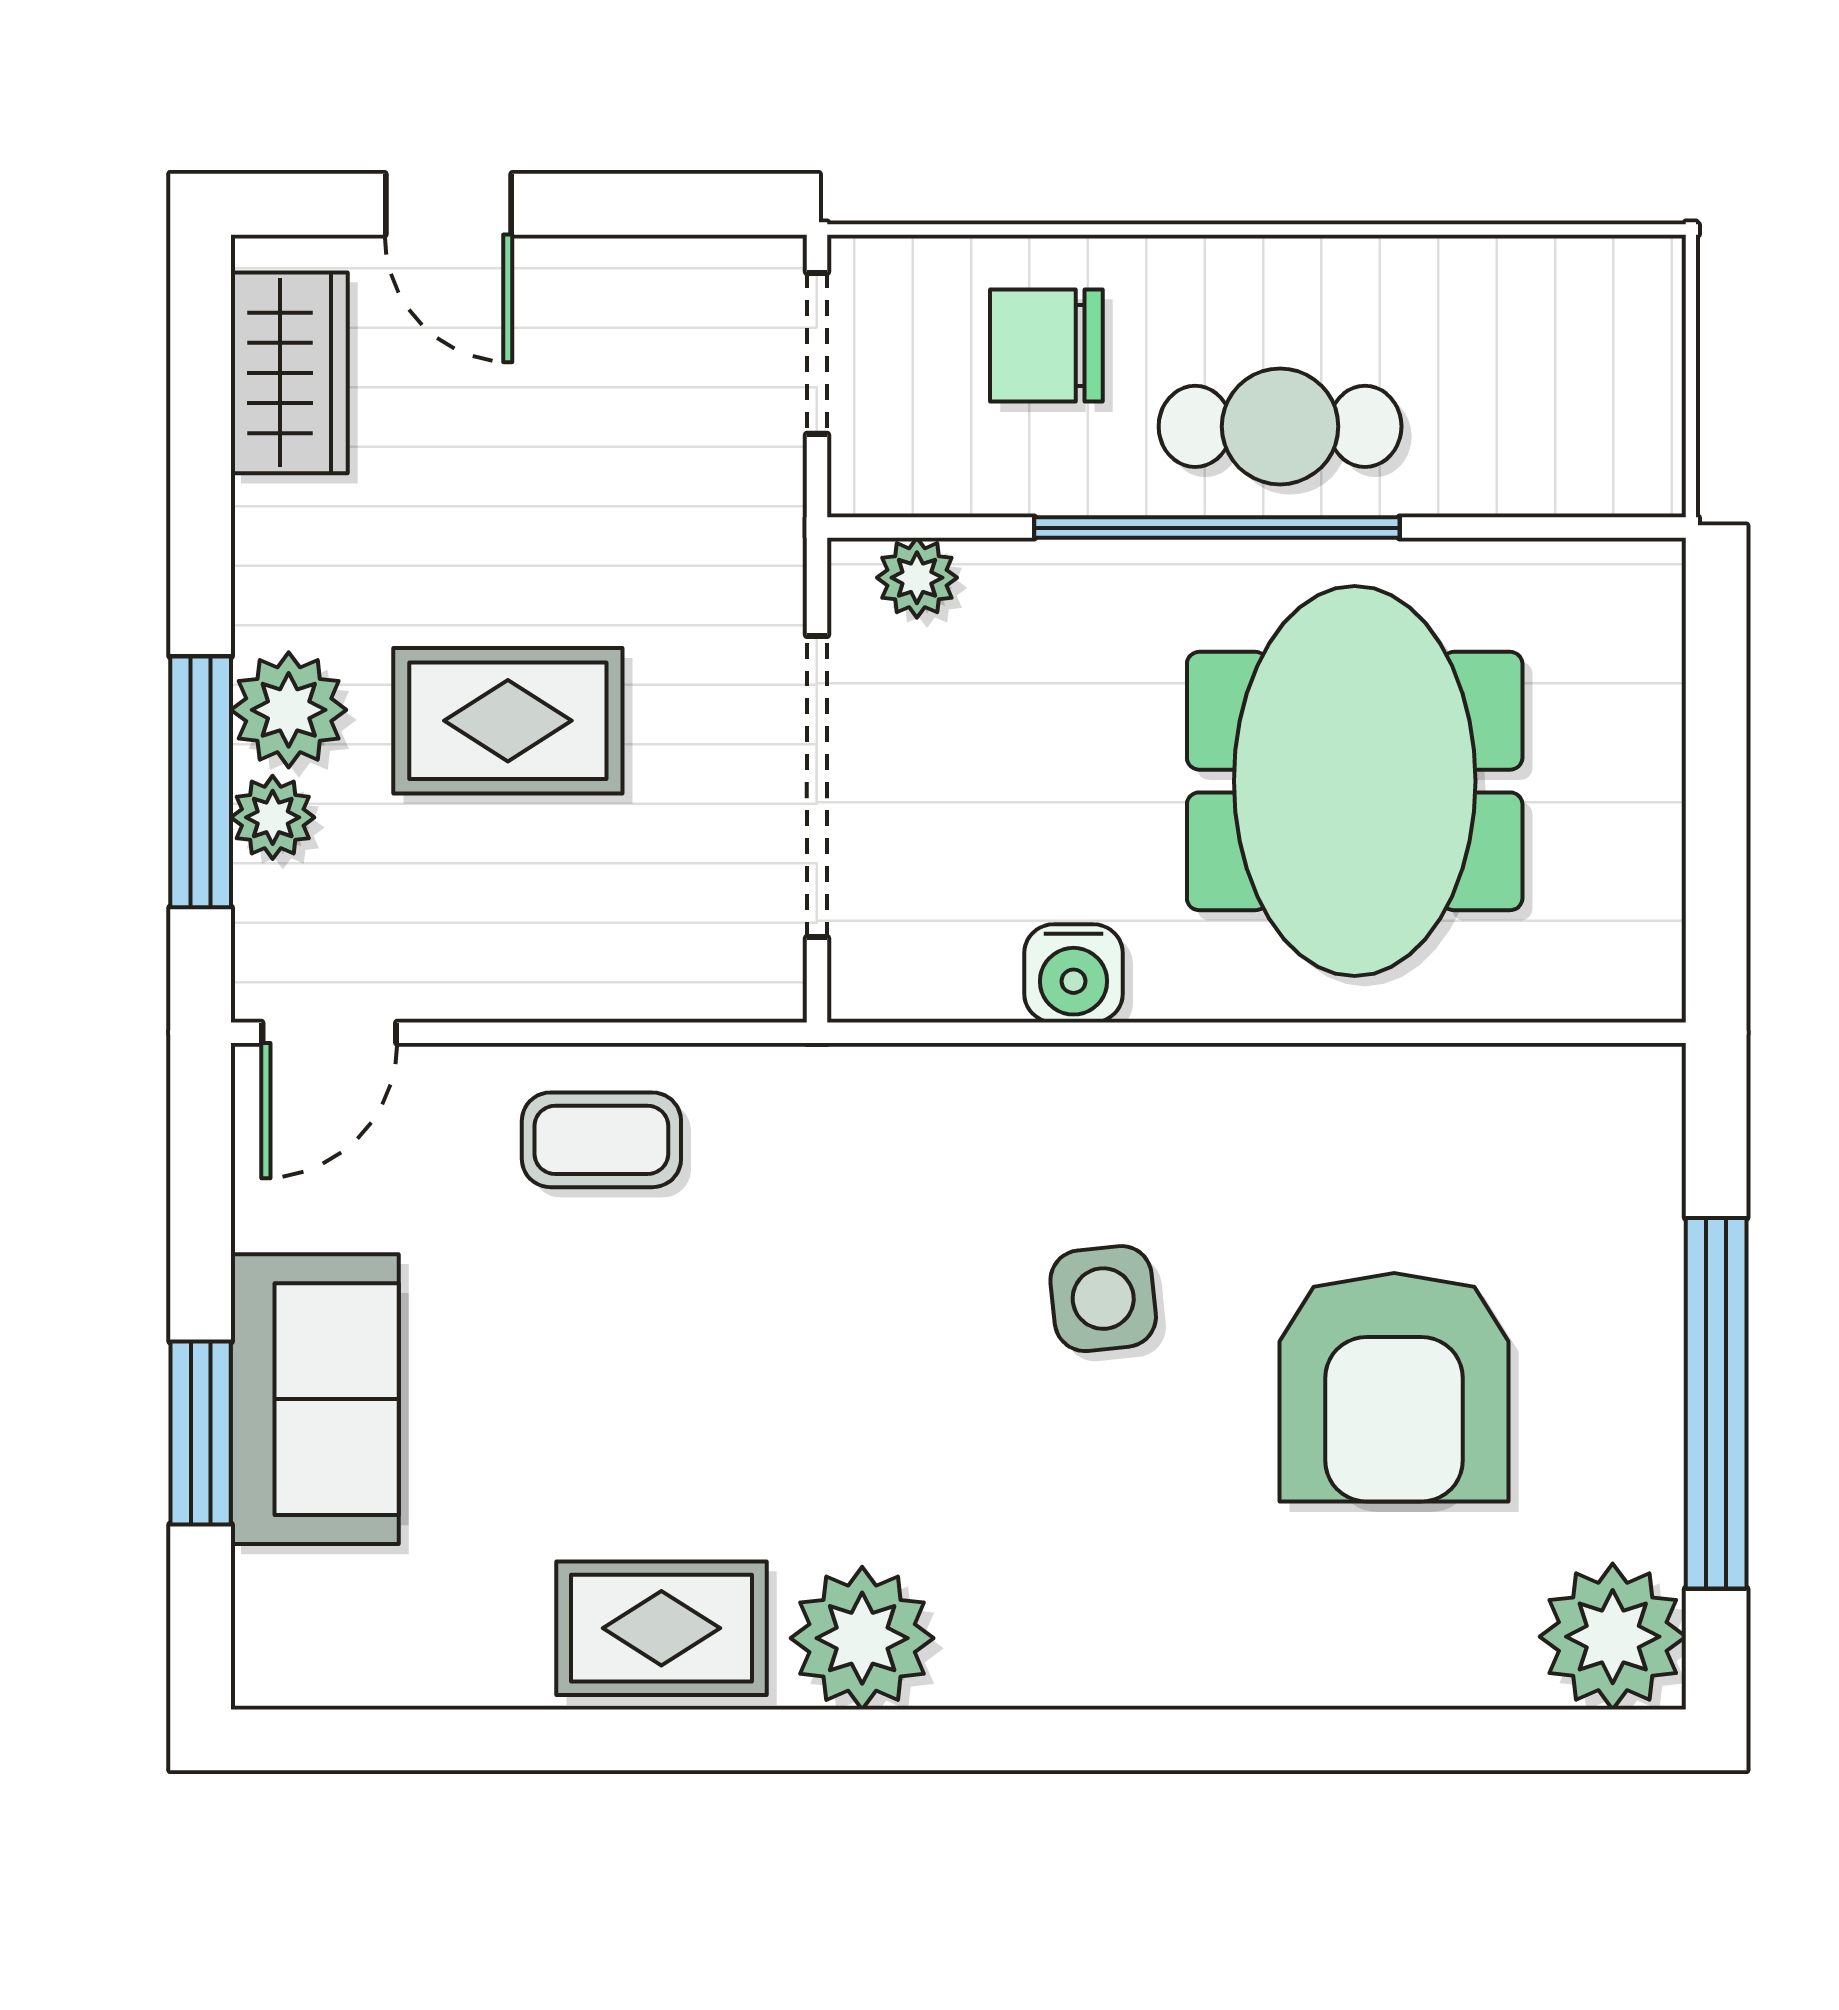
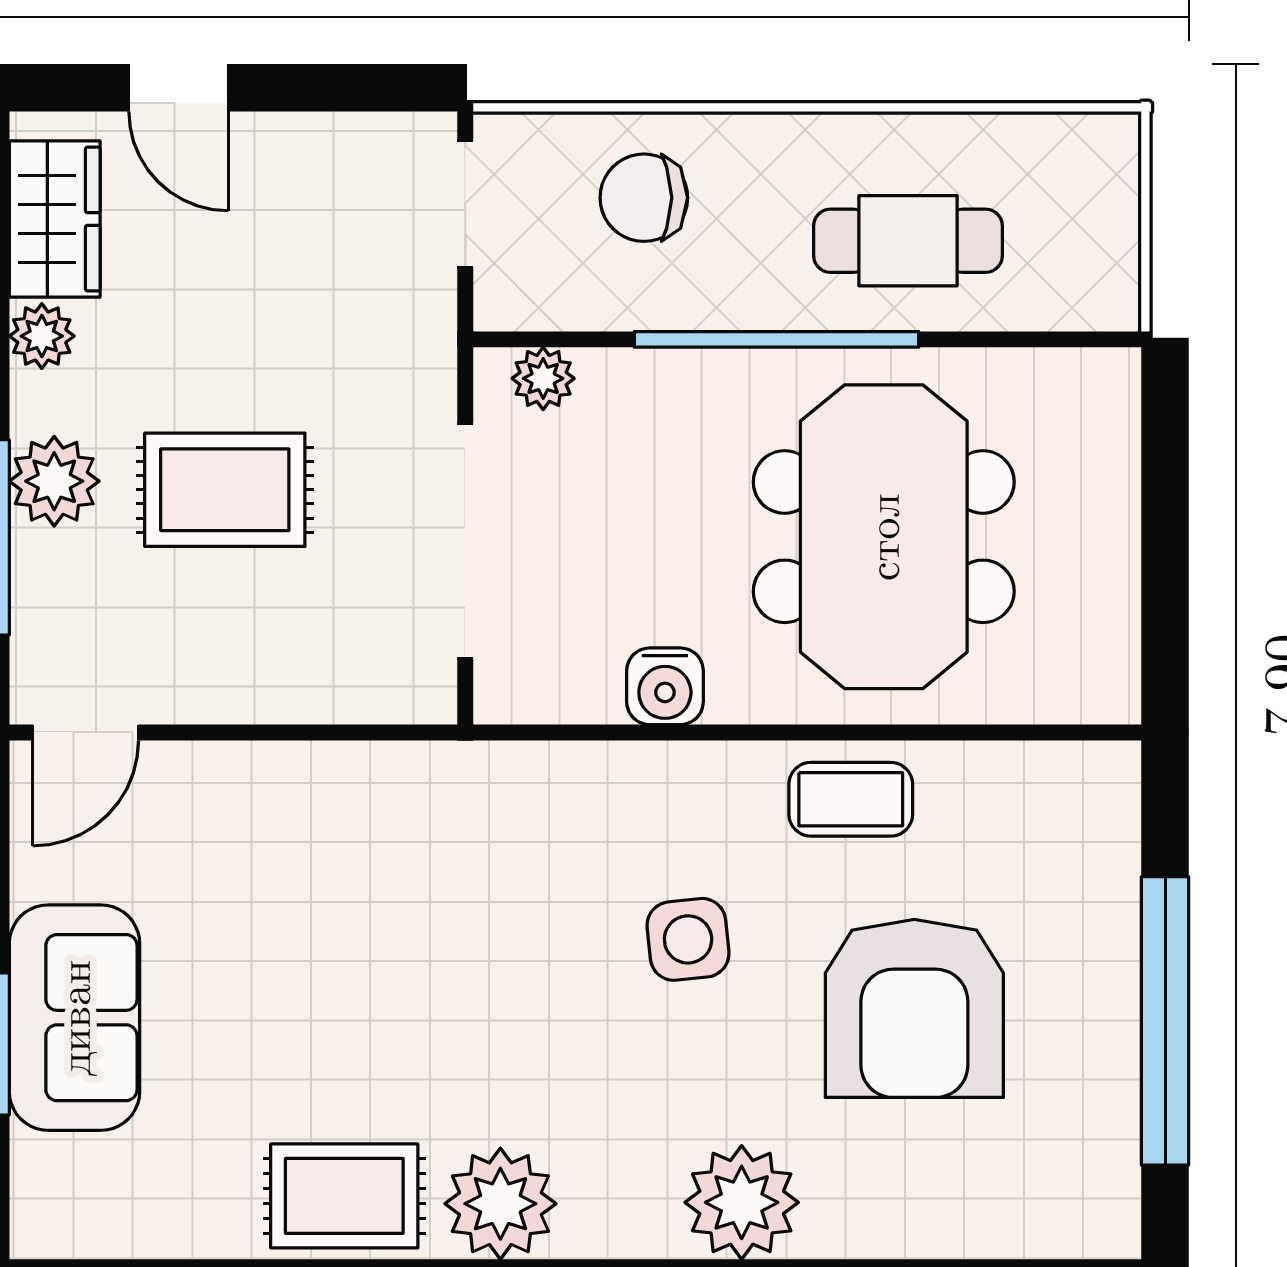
cafe table: (1280, 426) -> (908, 241), moved
plant: (273, 817) -> (42, 336), moved
coffee table: (601, 1140) -> (851, 799), moved
plant: (1613, 1637) -> (742, 1202), moved

